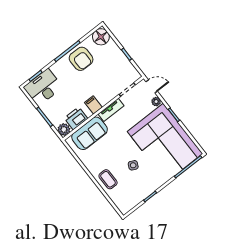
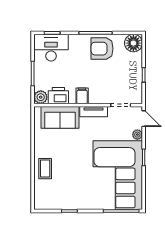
armchair: (81, 59) -> (102, 49), turned 90
side table: (133, 165) -> (76, 173), removed

